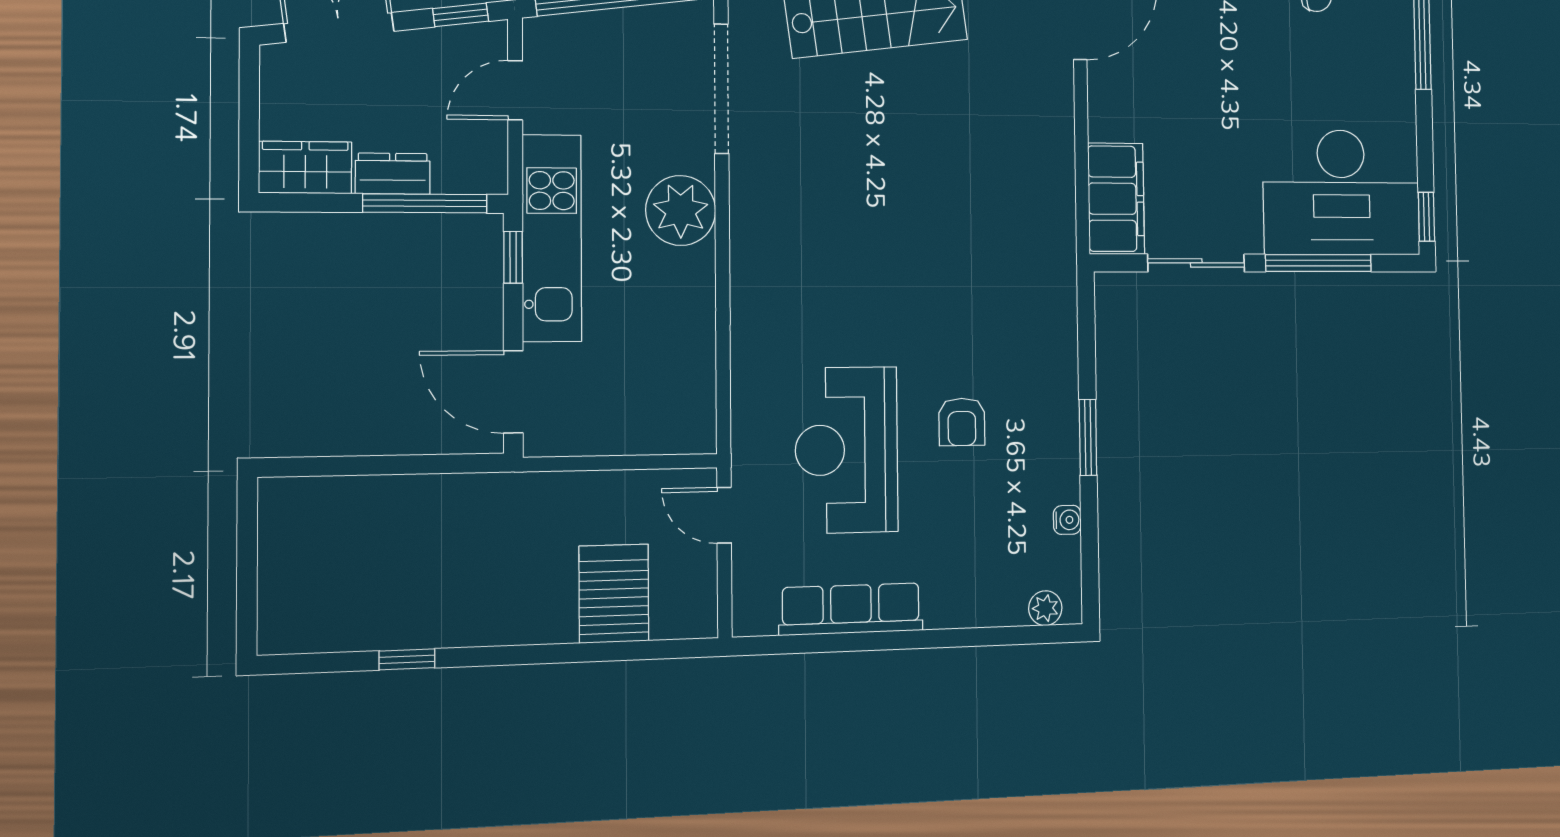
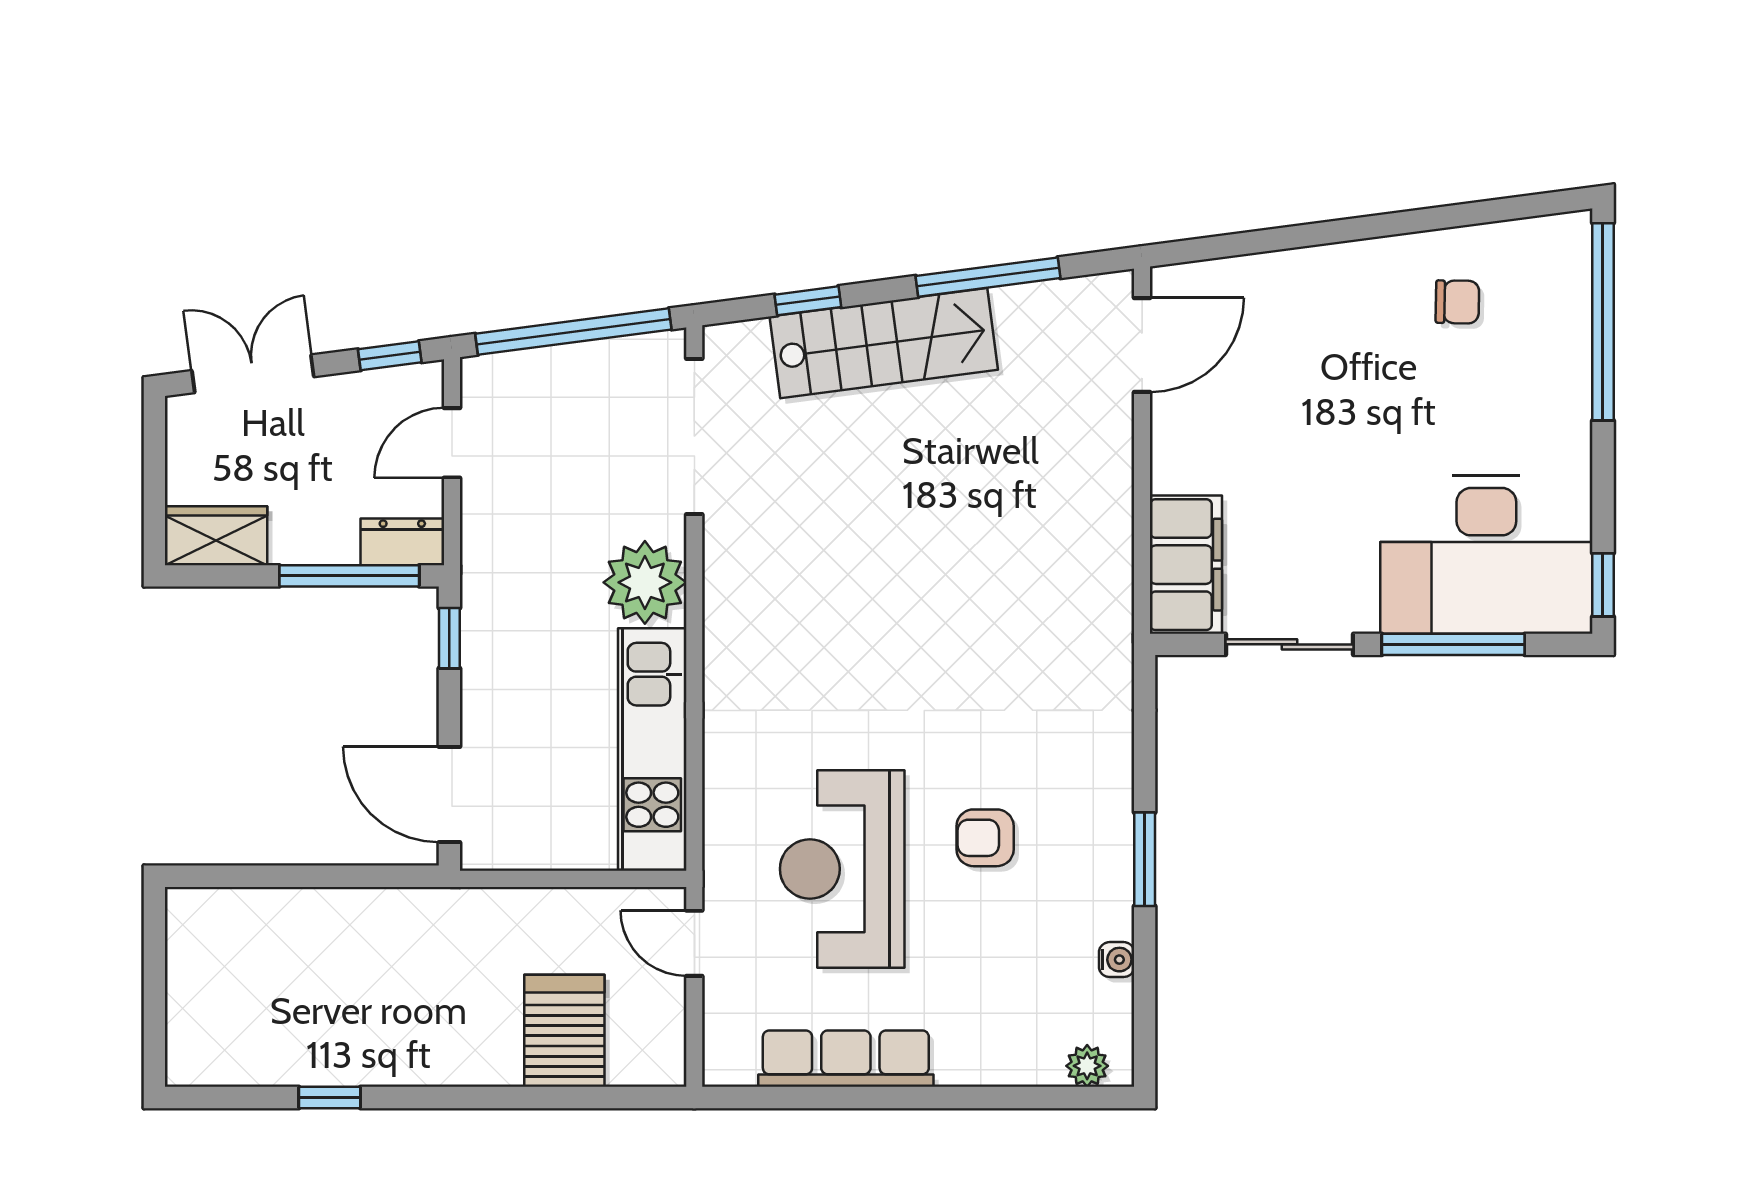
dresser: (393, 174) -> (402, 542), moved
kitchen unit: (552, 238) -> (652, 749), moved, turned 180
armchair: (962, 422) -> (985, 838), turned 90

